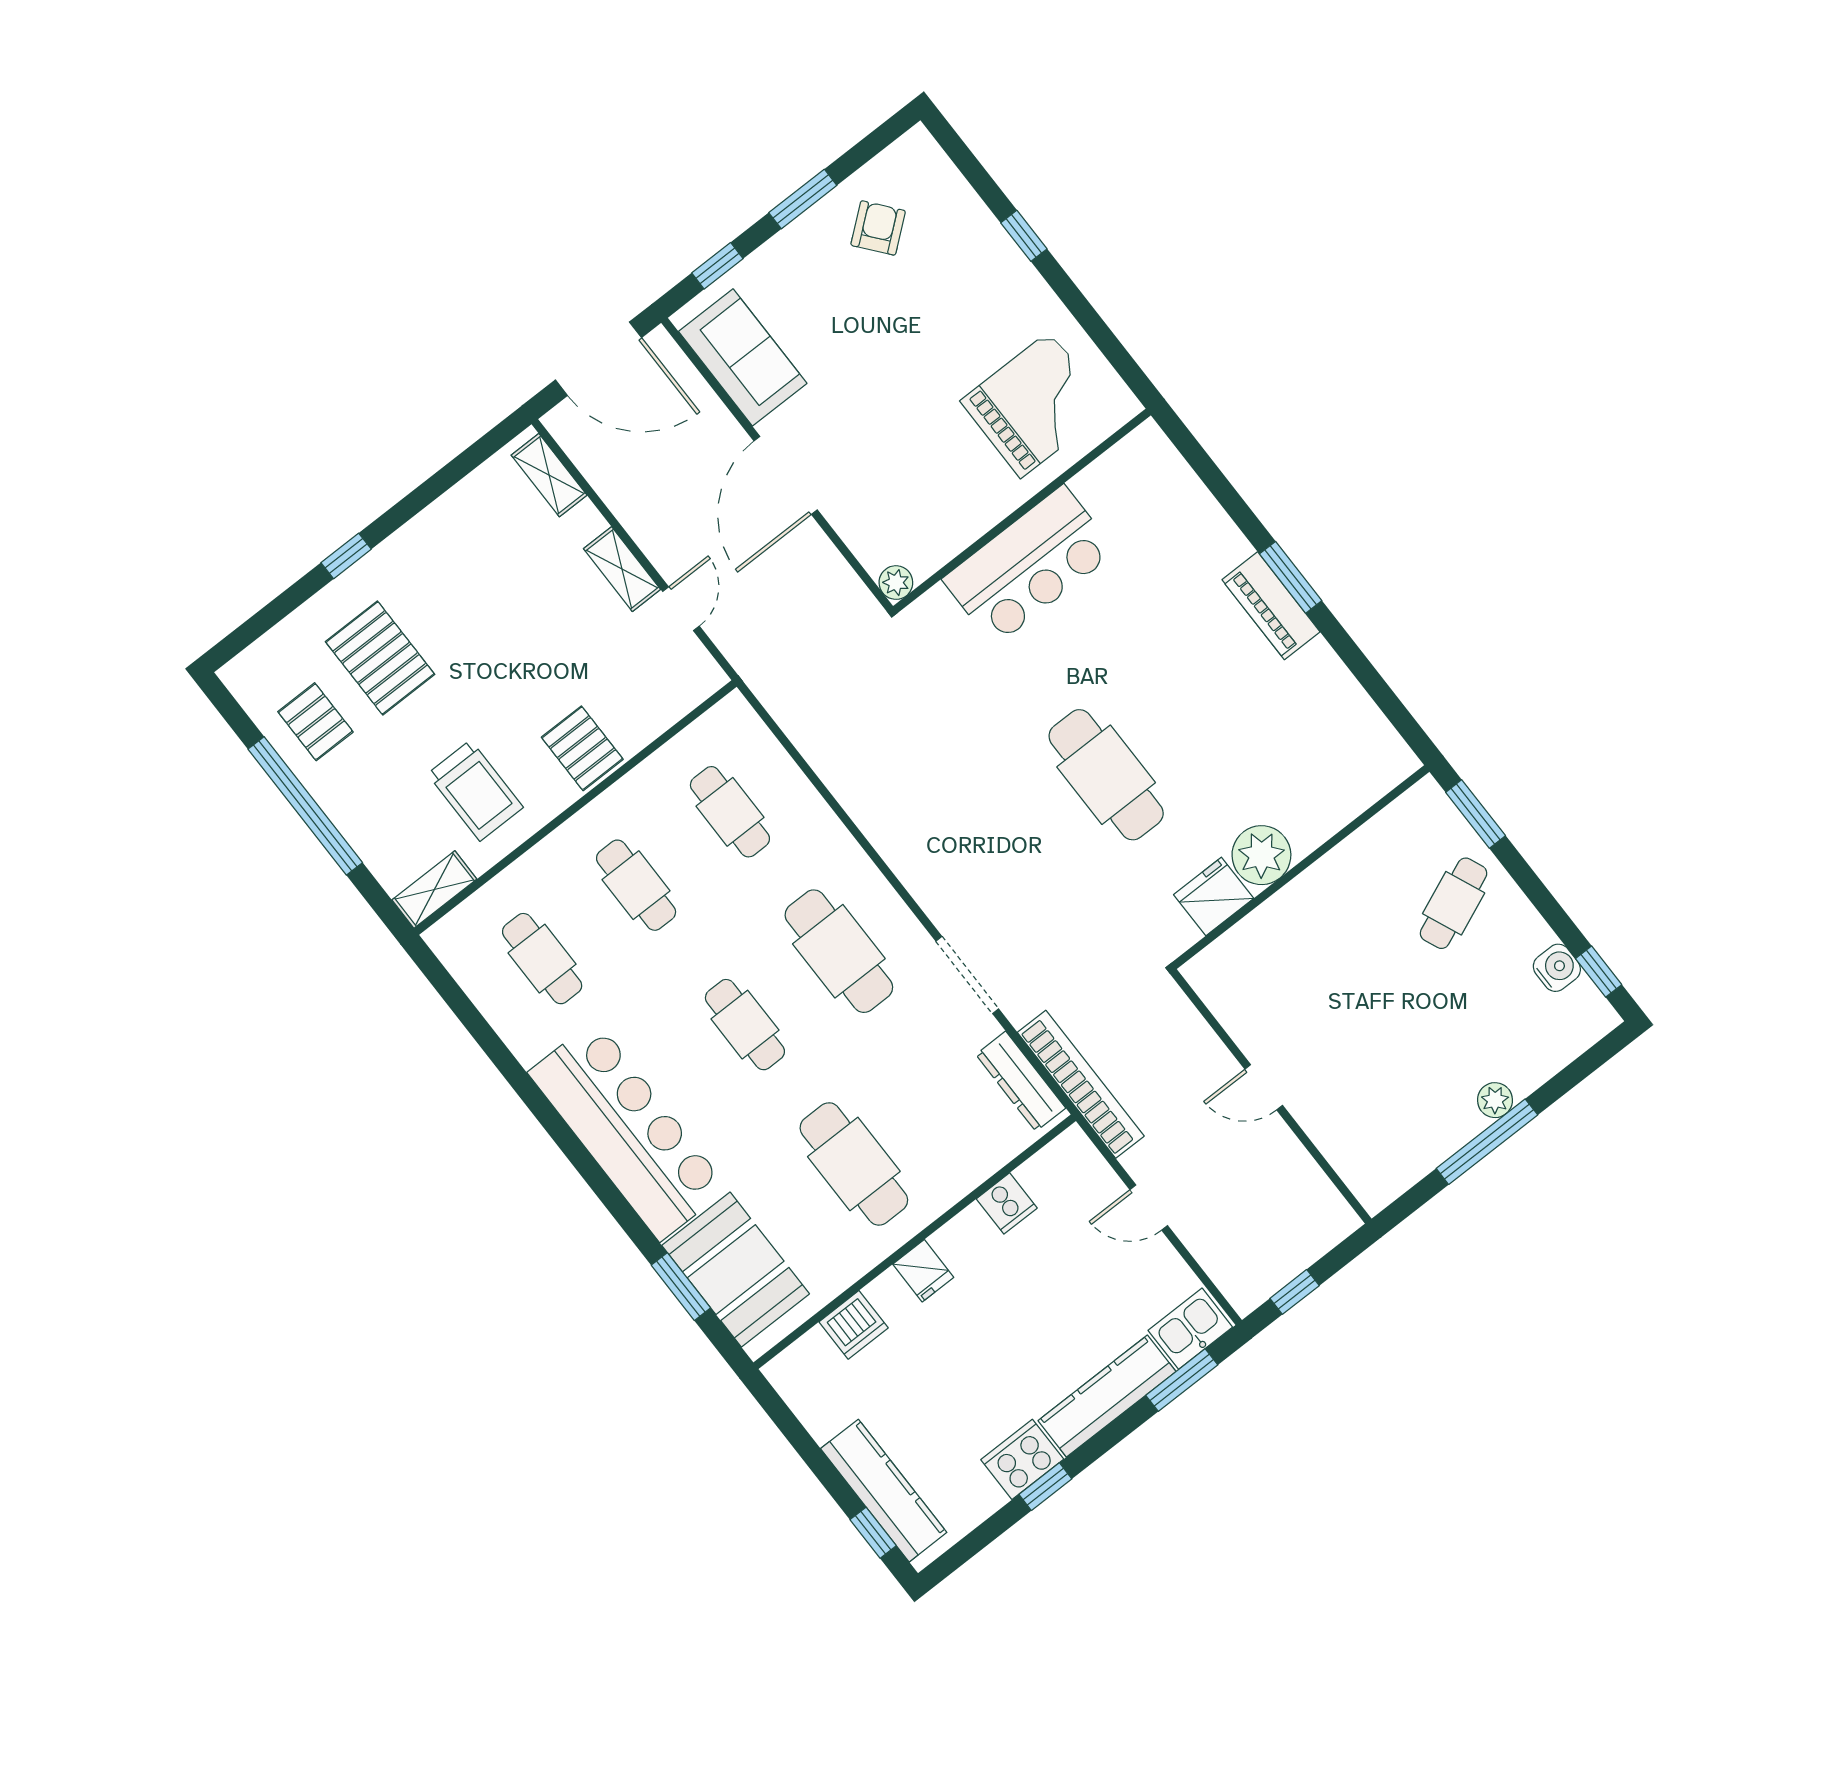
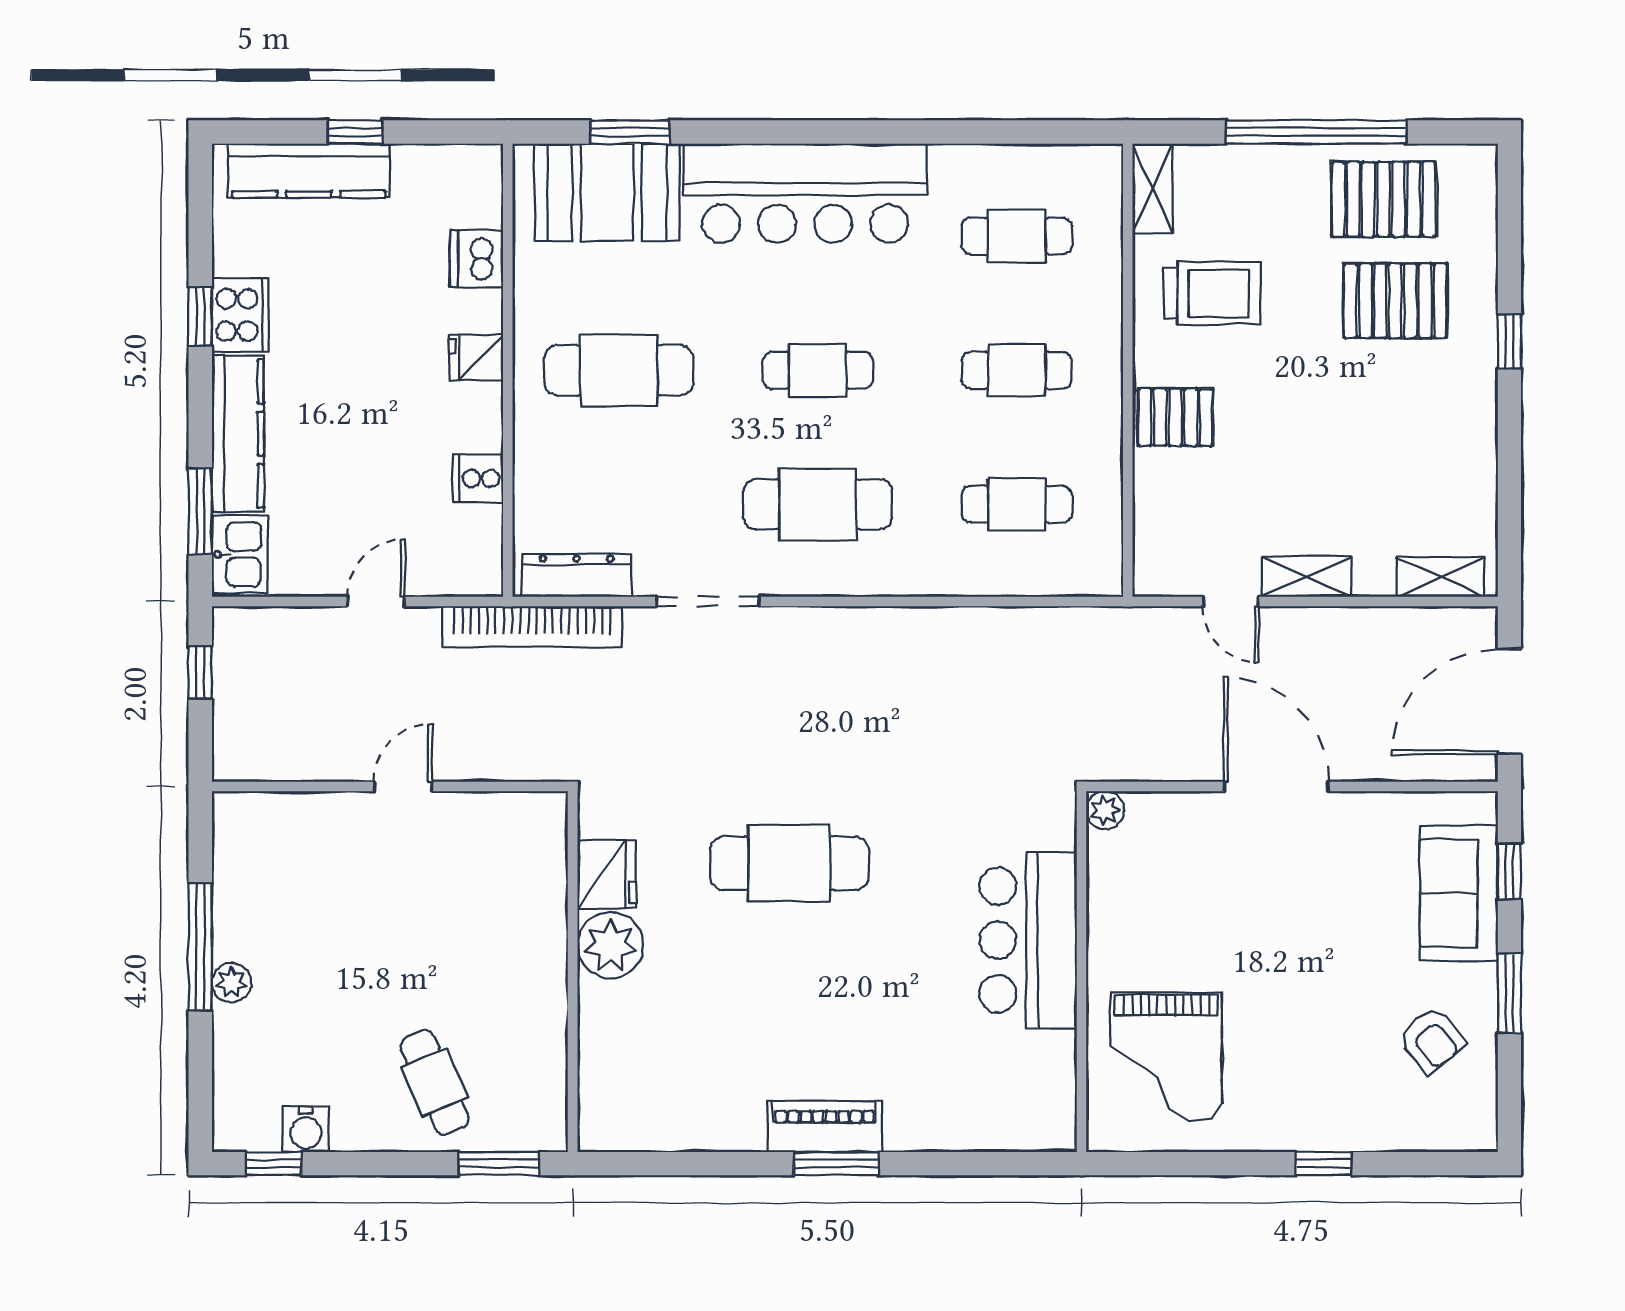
sofa: (743, 357) -> (1459, 893), moved, turned 90
pallet: (315, 722) -> (1384, 199), width x1.50, depth x1.42
trolley: (475, 791) -> (1212, 293), turned 180
window: (873, 1533) -> (355, 132), moved

